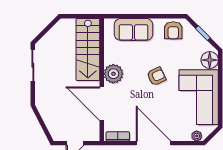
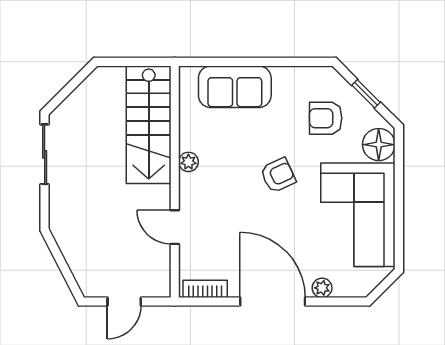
armchair: (173, 30) -> (326, 118), moved, turned 90
plant: (113, 74) -> (188, 162), width x0.53, depth x0.53
door: (102, 104) -> (175, 227), width x0.53
plant: (197, 136) -> (322, 288), moved

